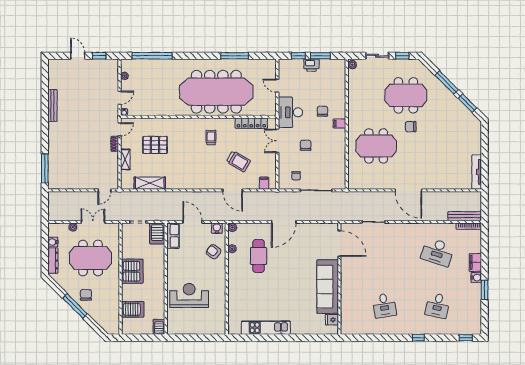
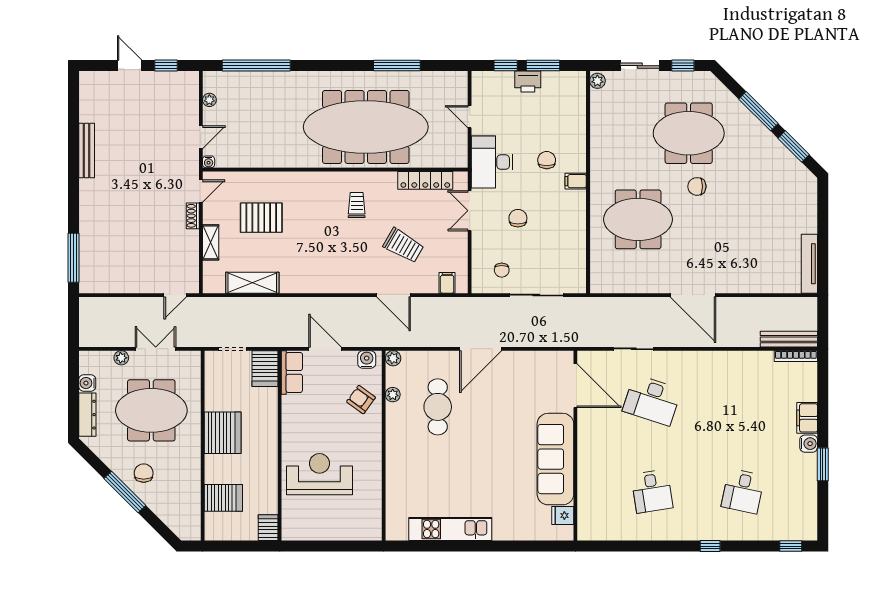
desk: (438, 252) -> (652, 400), moved

